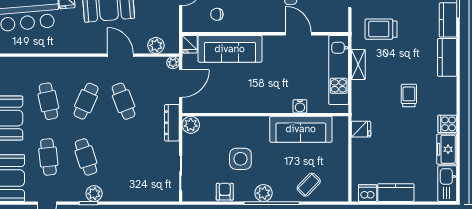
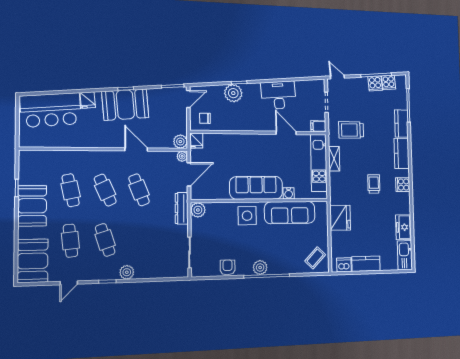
chair: (217, 14) -> (205, 118), moved
filing cabinet: (339, 25) -> (318, 126), added
plant: (156, 45) -> (180, 142), moved
sofa: (230, 49) -> (256, 188), moved, turned 180
cafe table: (86, 101) -> (105, 190), turned -48
cooker: (447, 124) -> (403, 185), moved
fridge: (361, 129) -> (340, 218), width x1.88, depth x1.34
side table: (240, 159) -> (247, 216), moved
coffee table: (309, 185) -> (315, 258), moved
plant: (94, 194) -> (127, 272), moved

